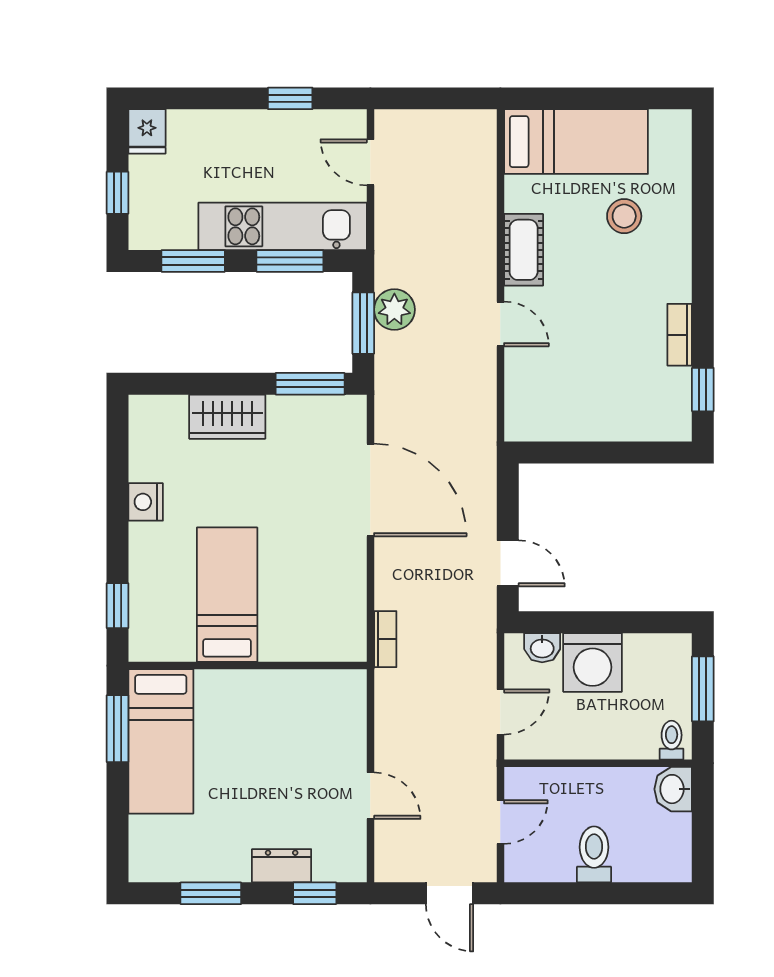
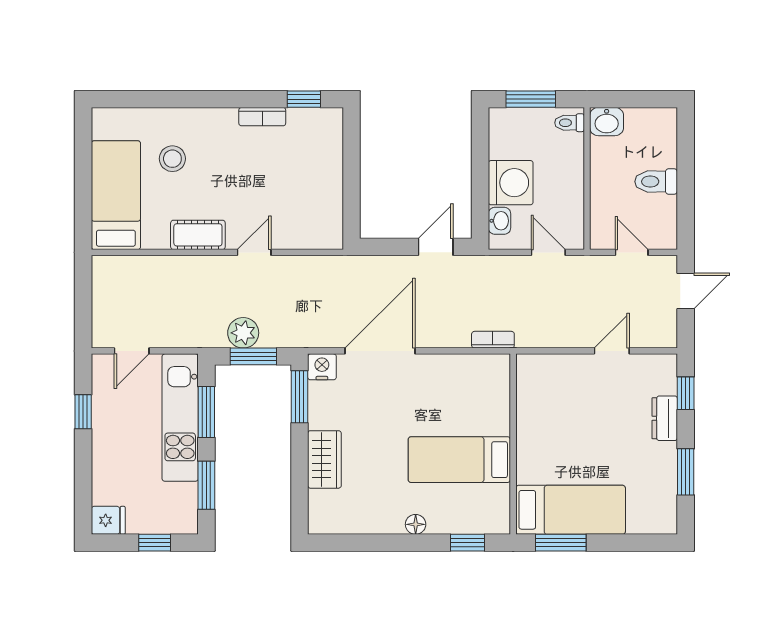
nightstand: (146, 502) -> (322, 367), moved, turned 180
floor lamp: (142, 537) -> (416, 524), added

